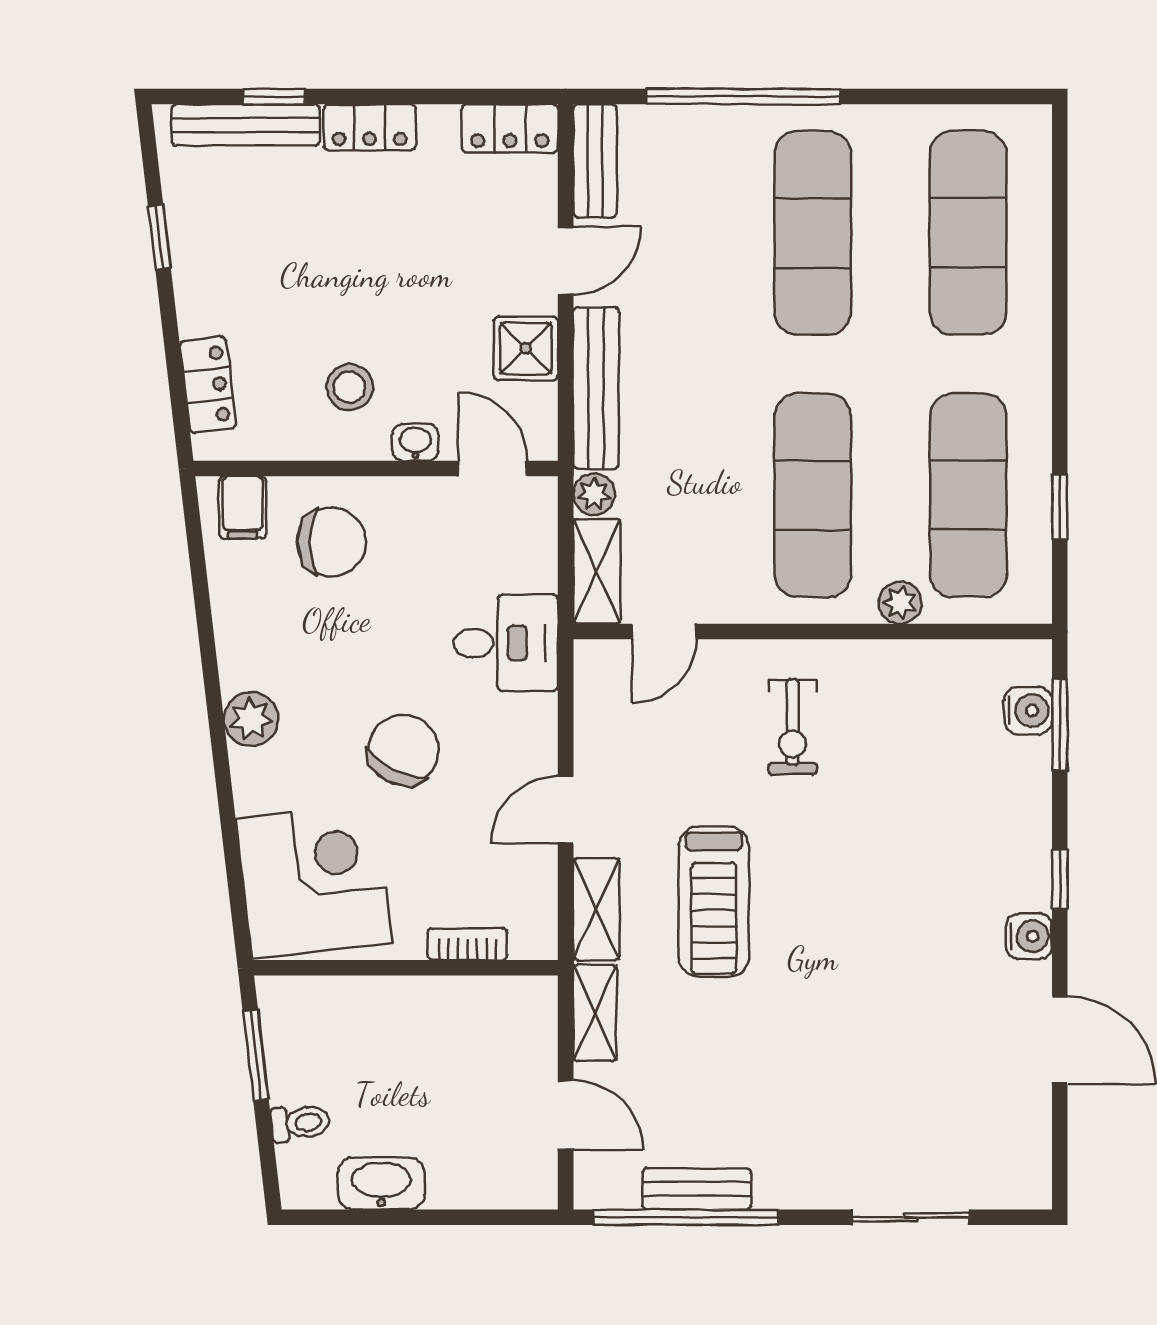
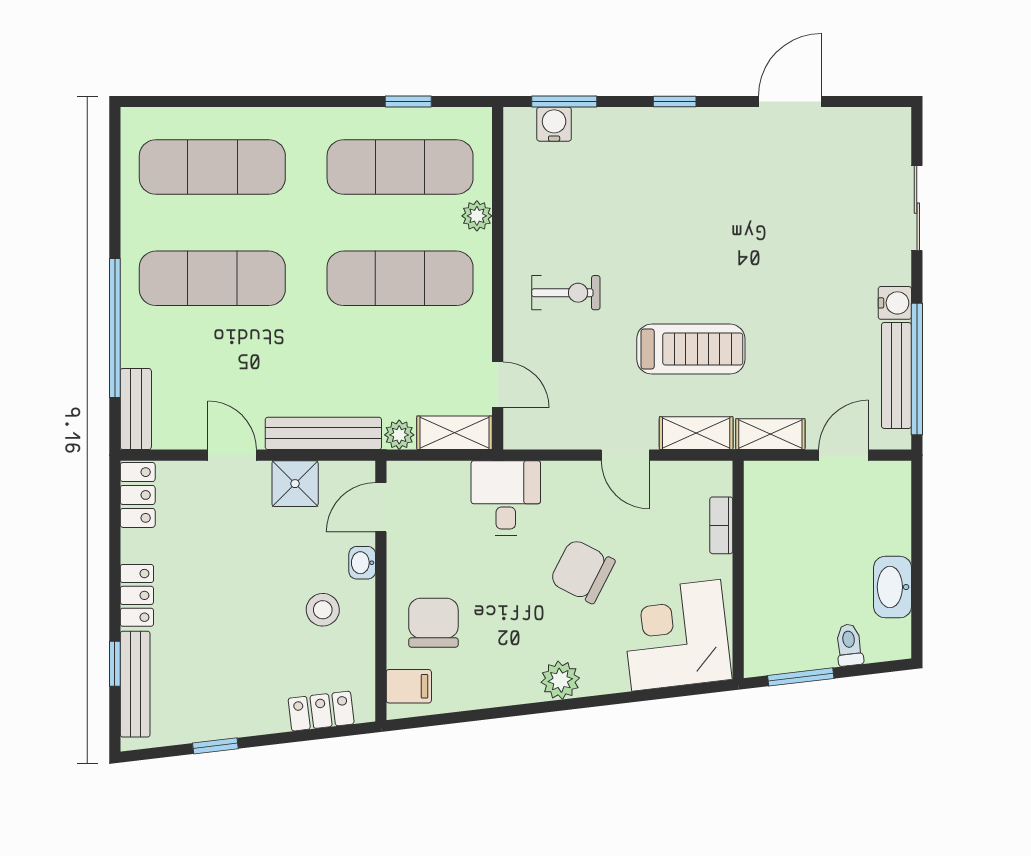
bench: (595, 161) -> (136, 409), moved, turned 90
water cooler: (1029, 936) -> (895, 303), moved, turned 90
bench: (697, 1189) -> (896, 375), width x1.36

